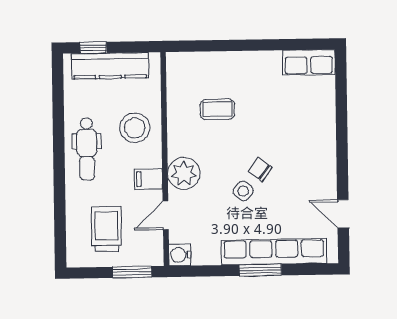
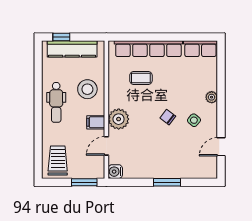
plant: (327, 137) -> (212, 97), added
side table: (243, 191) -> (194, 120), moved
door: (343, 214) -> (221, 147), hinge flipped
trolley: (106, 229) -> (58, 161), moved
row of seats: (274, 252) -> (148, 49), moved, turned 180

